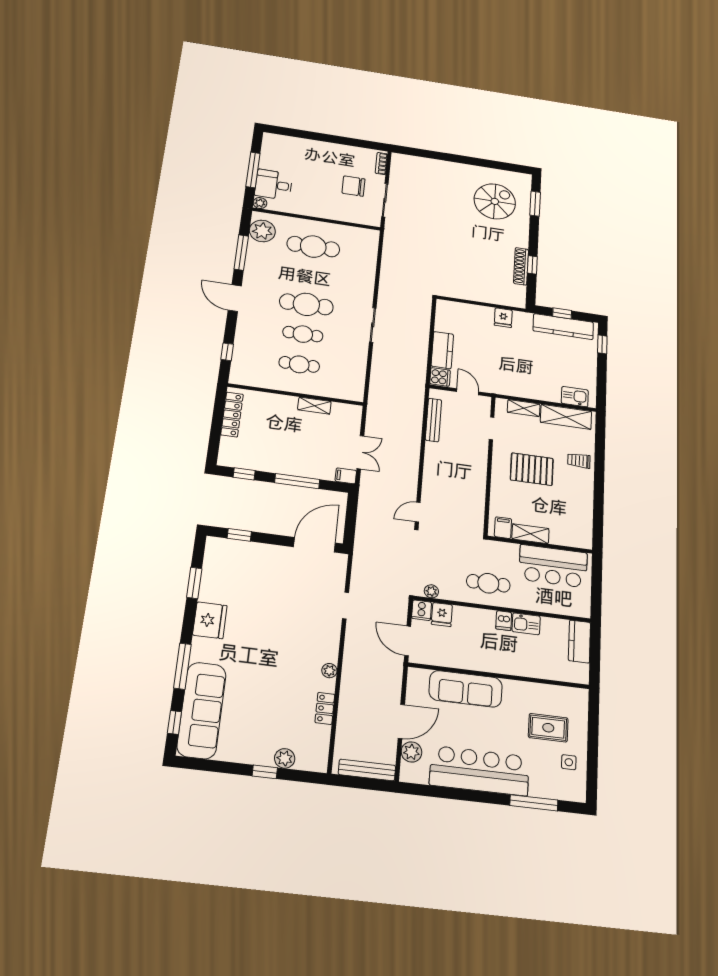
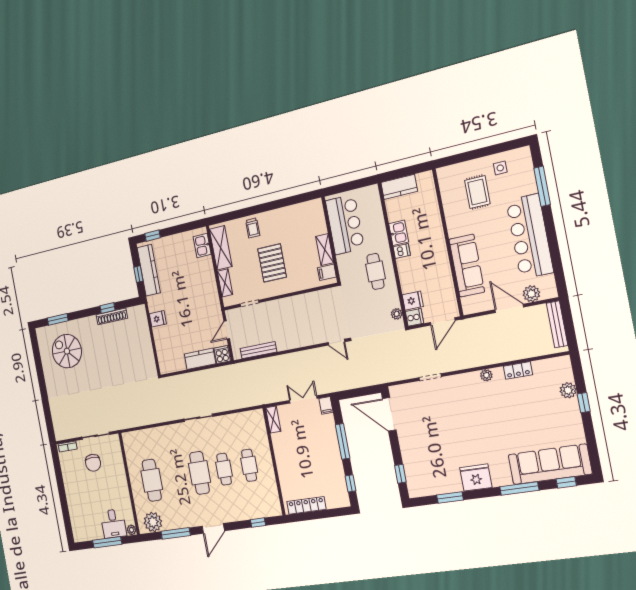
shelving: (314, 406) -> (273, 419), moved

